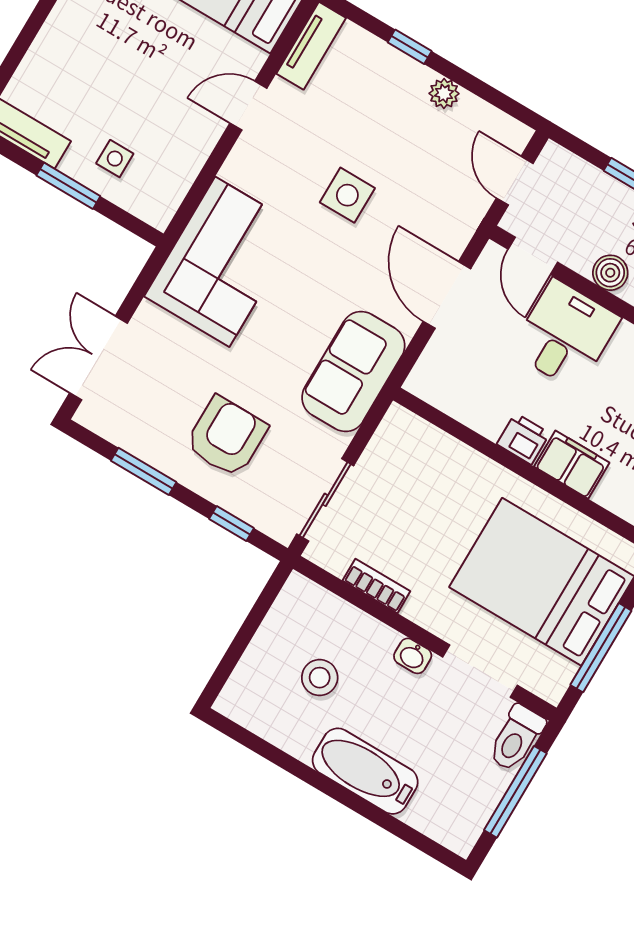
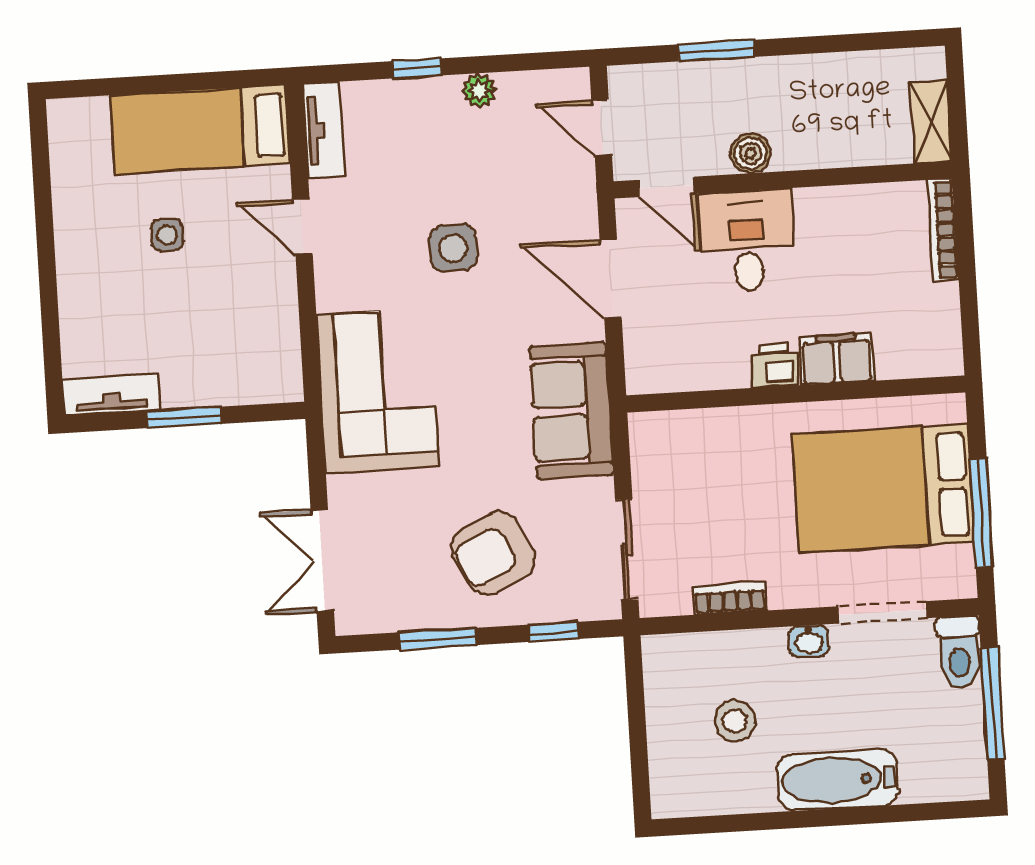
door: (248, 106) -> (302, 227), hinge flipped
side table: (115, 159) -> (167, 235), moved
armchair: (226, 437) -> (493, 553), turned -116

